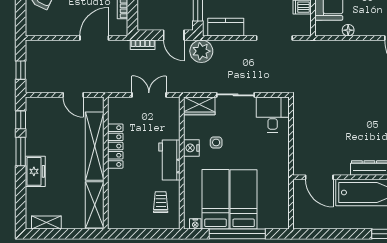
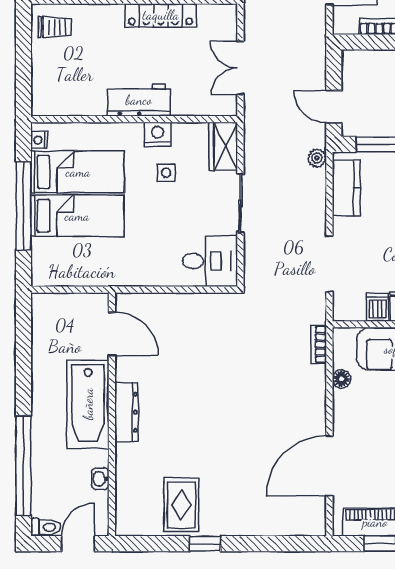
door: (174, 35) -> (334, 107), hinge flipped
bookcase: (143, 45) -> (319, 345), moved
plant: (201, 51) -> (317, 158), width x0.53, depth x0.53
double door: (149, 95) -> (240, 68), swing flipped
door: (319, 177) -> (112, 334), swing flipped
trolley: (161, 202) -> (55, 27), moved

